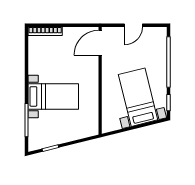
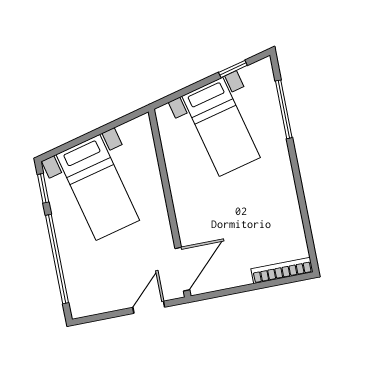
door: (133, 25) -> (149, 307), moved
bed with nightstands: (53, 96) -> (221, 127), moved, turned -104

